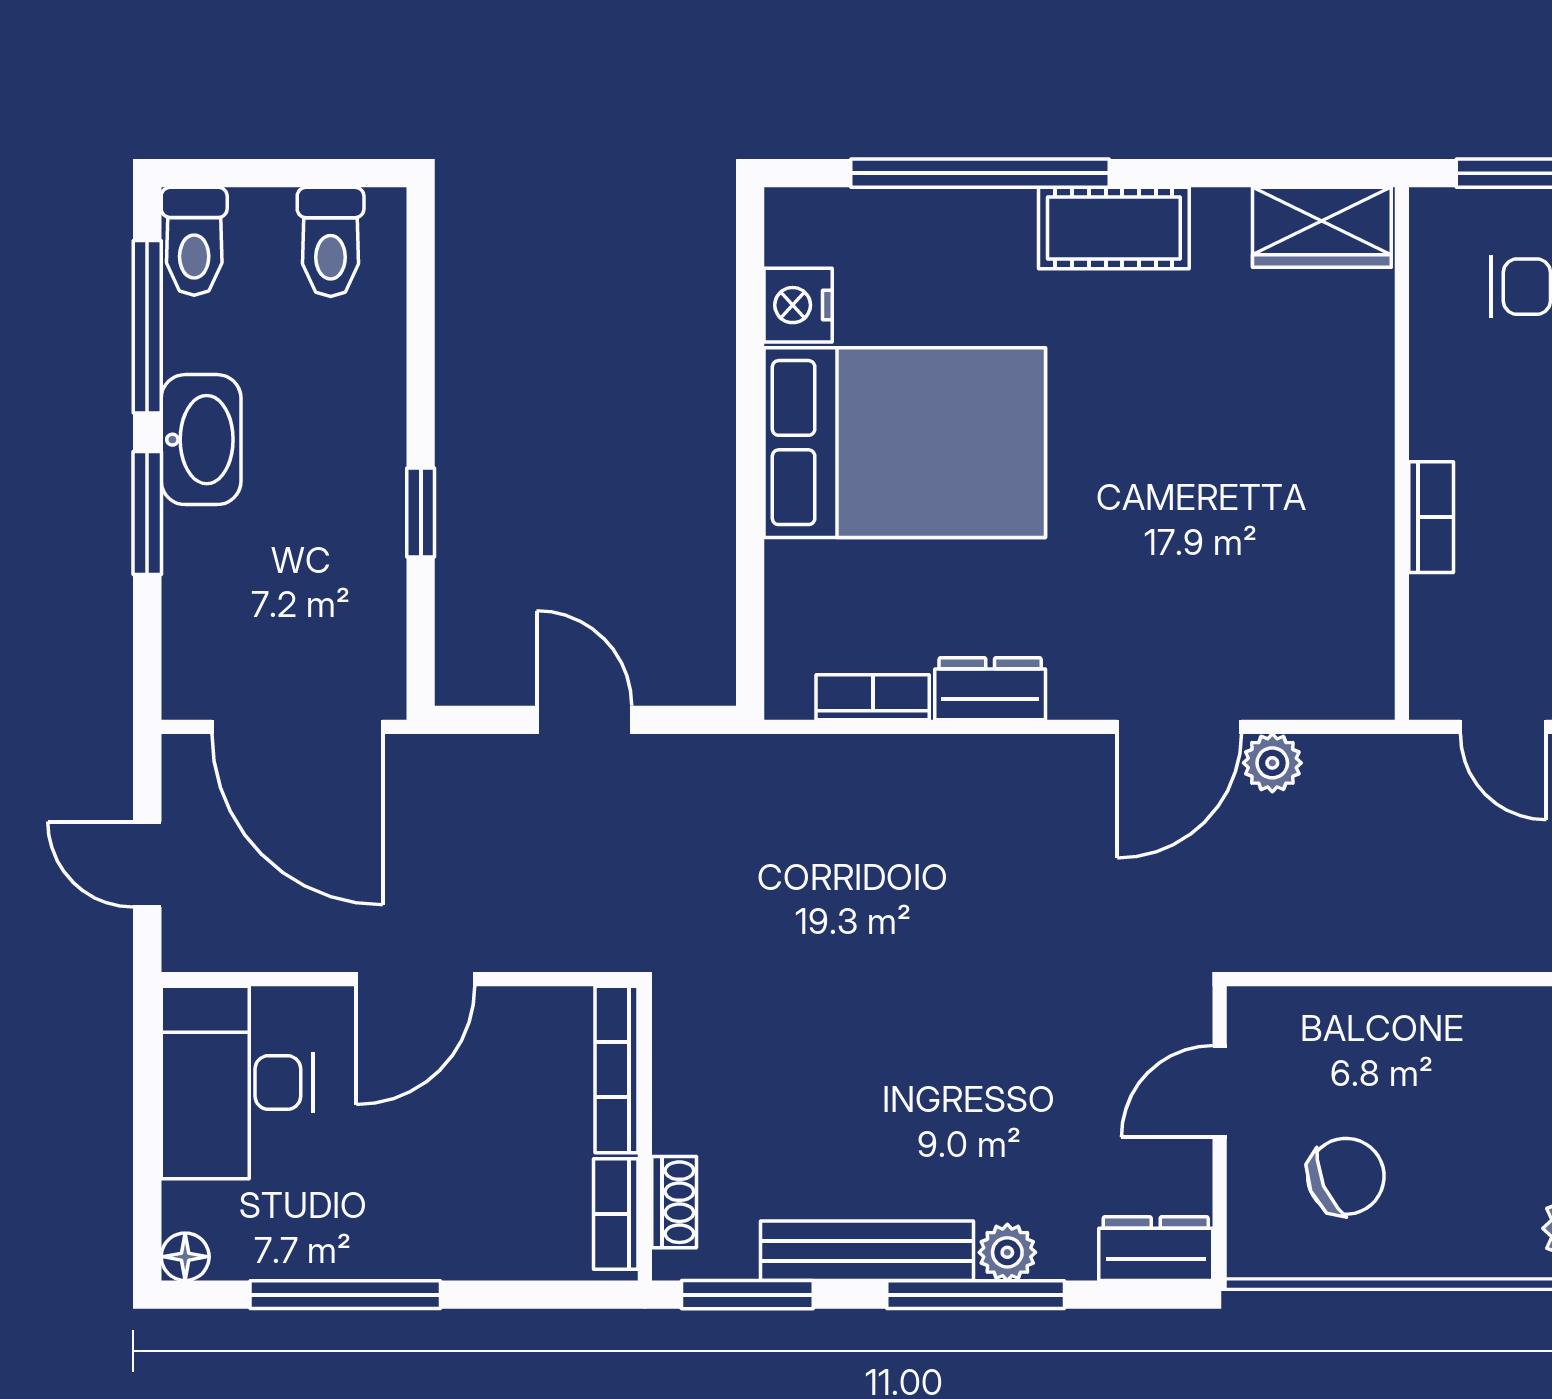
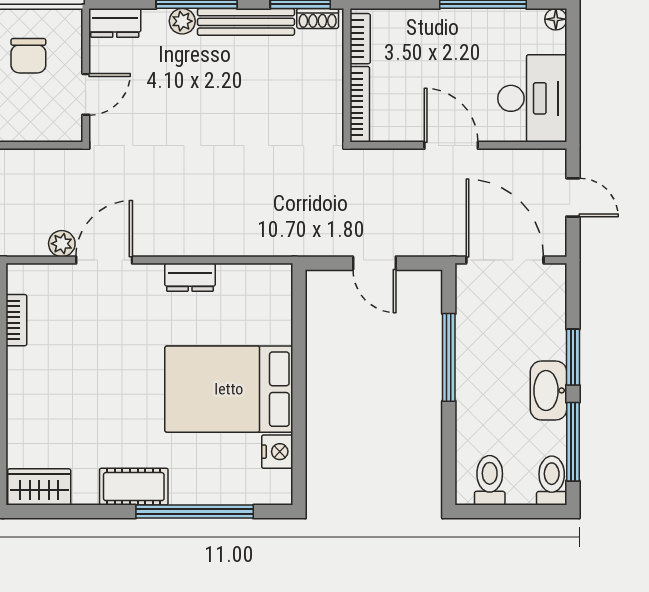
window: (421, 512) -> (449, 357), width x2.17
bookcase: (873, 697) -> (16, 320), moved, turned -90
door: (415, 979) -> (451, 145), hinge flipped
chair: (1346, 1176) -> (28, 56), turned -67
shoe rack: (674, 1202) -> (318, 18), moved, turned -90

